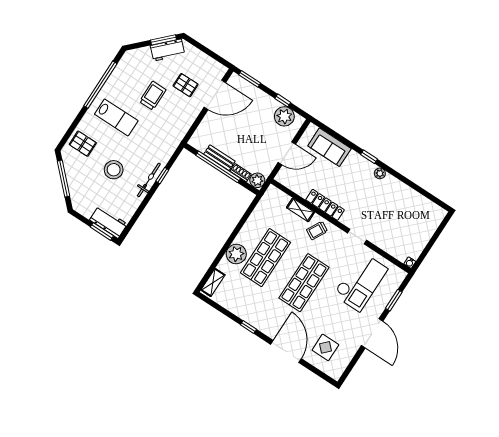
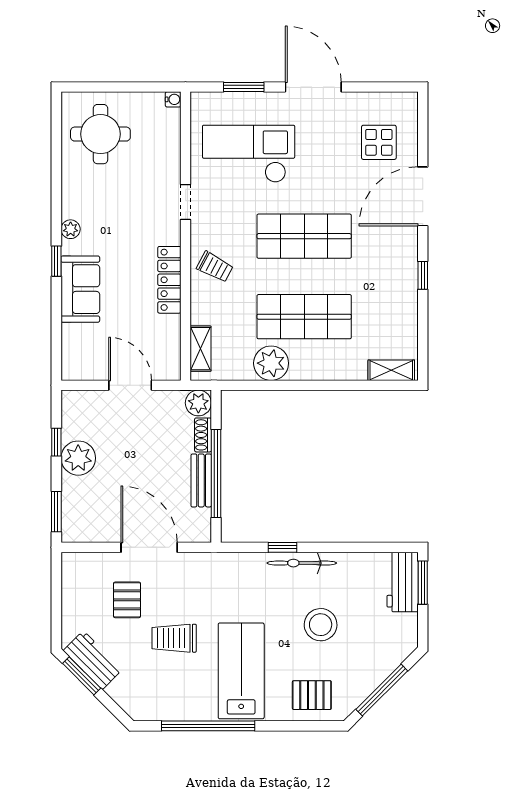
door: (215, 95) -> (149, 547), moved
plant: (284, 116) -> (78, 458), moved
lab bench: (116, 117) -> (241, 671), width x1.36, depth x1.39
pallet: (83, 144) -> (312, 695), turned 90
sofa: (329, 147) -> (80, 289), moved
shelving: (300, 210) -> (200, 349), moved
round table: (416, 217) -> (100, 134), added
plant: (236, 254) -> (271, 363), moved
door: (372, 333) -> (313, 87), hinge flipped

